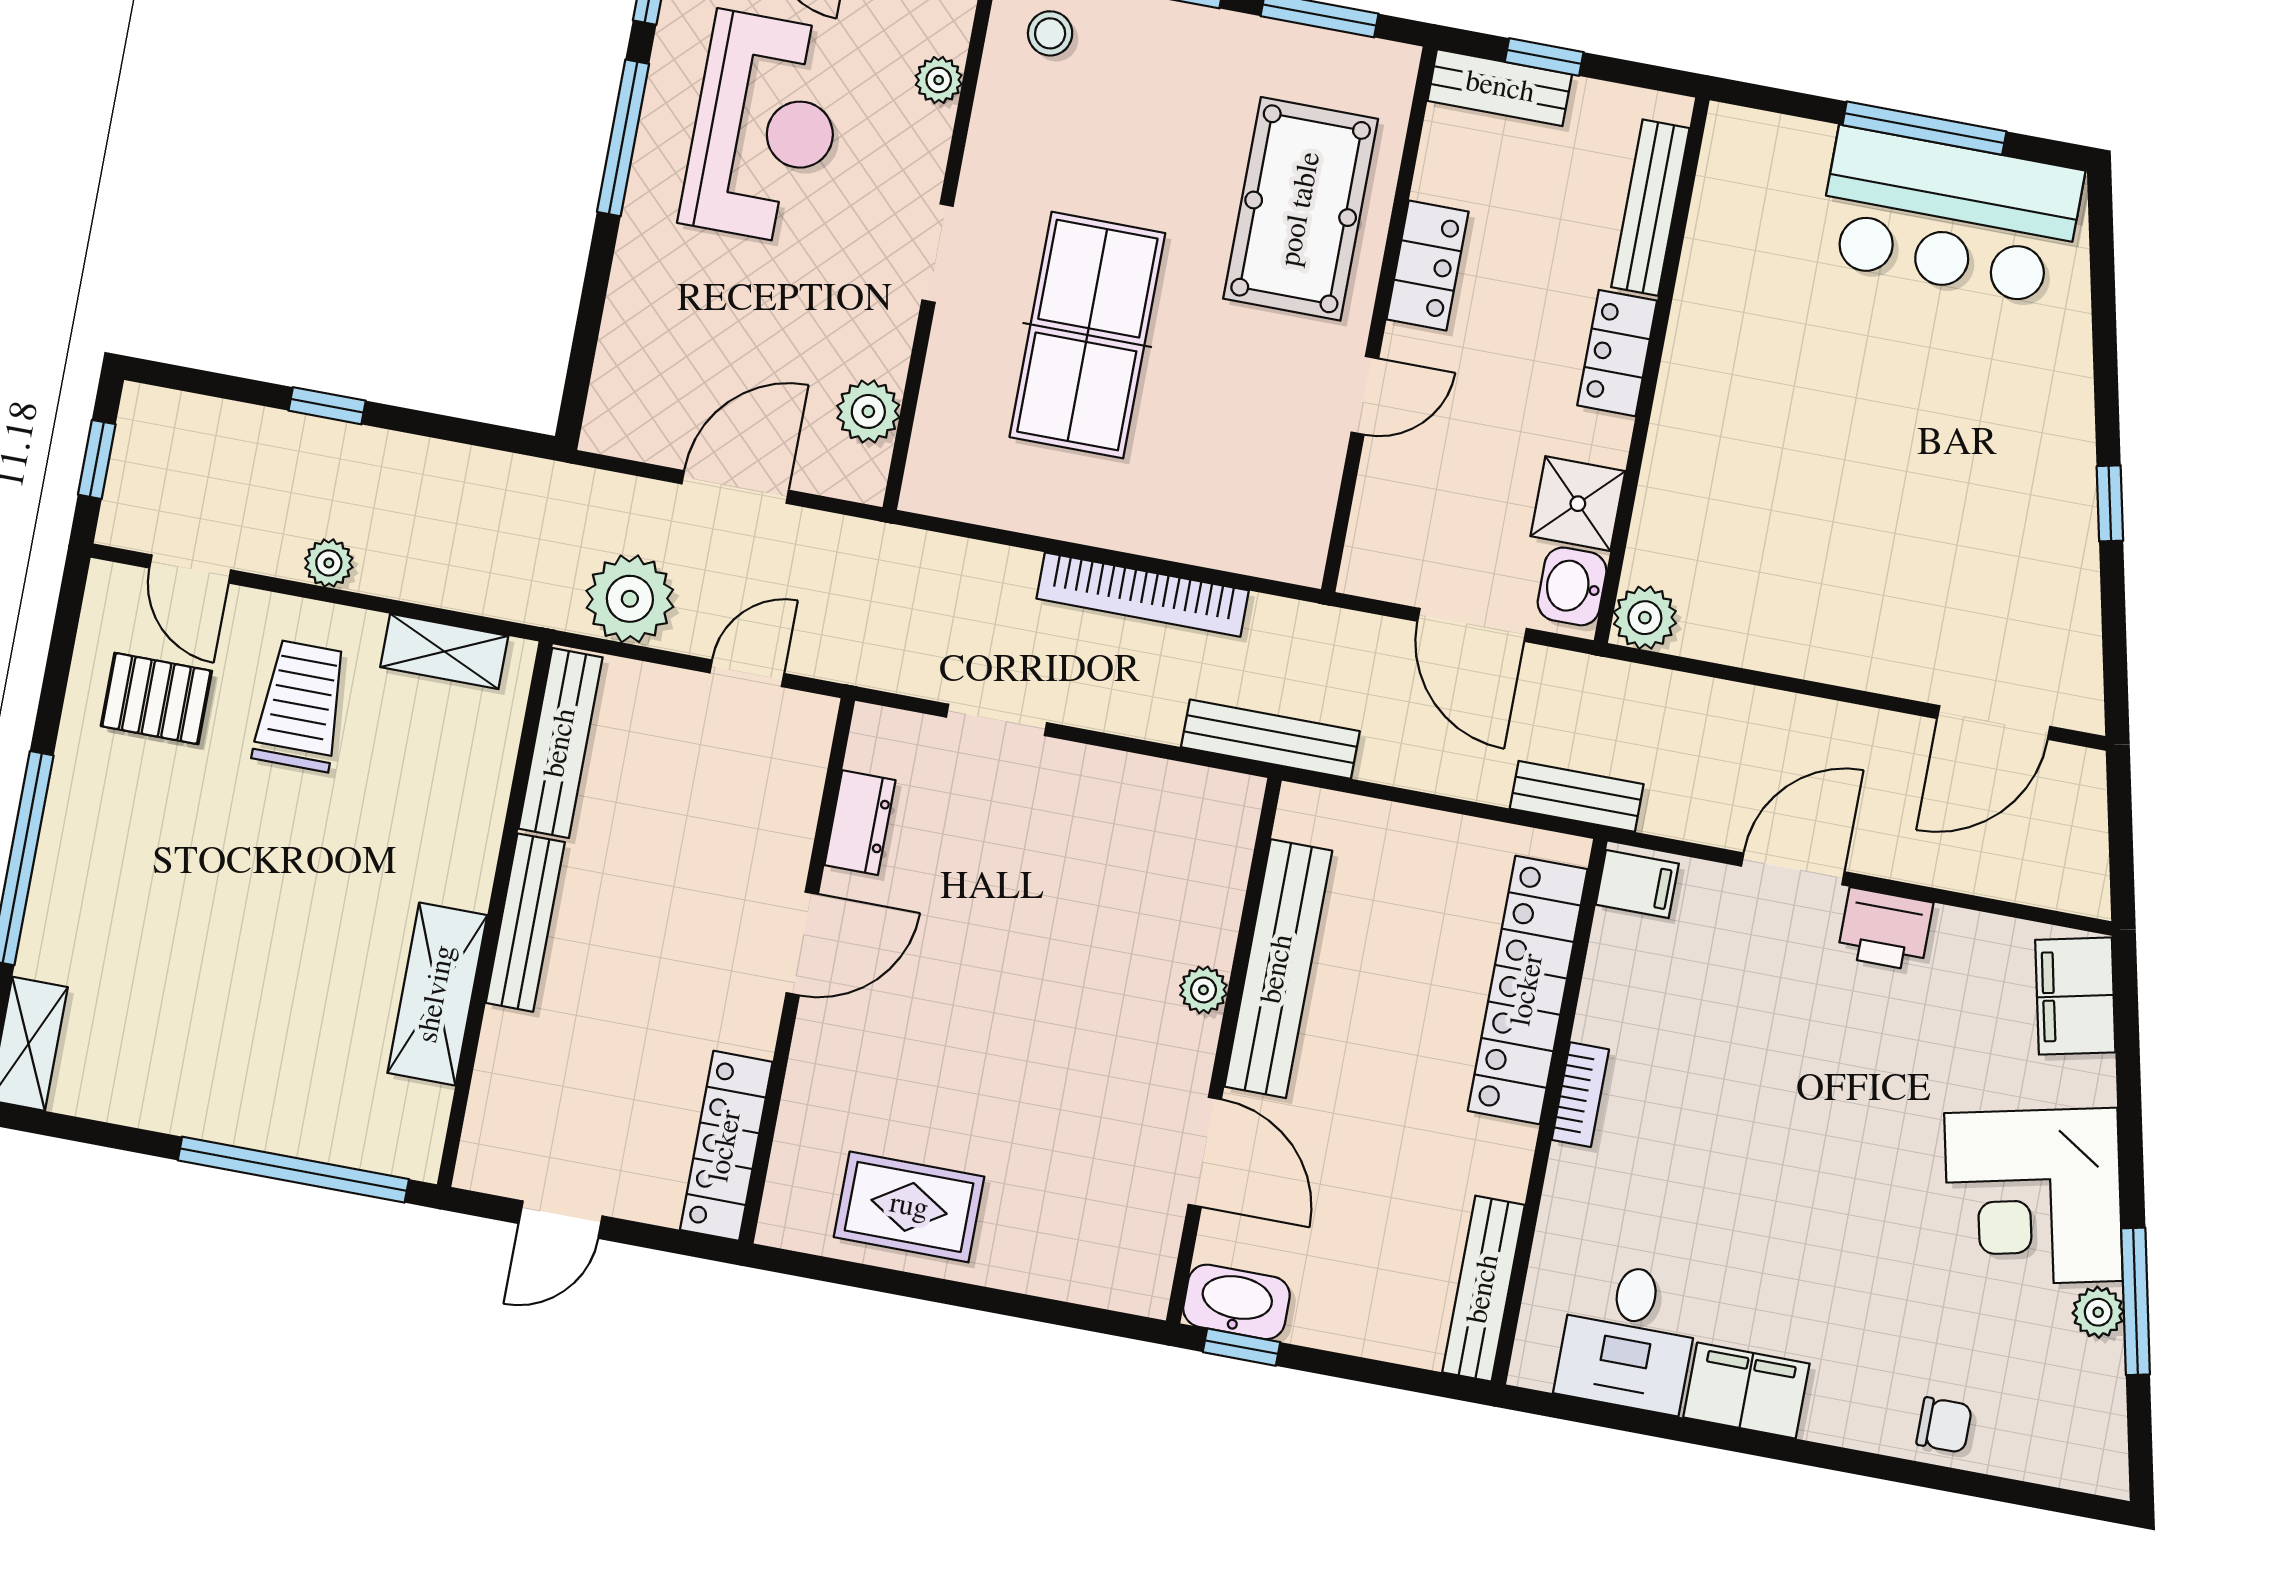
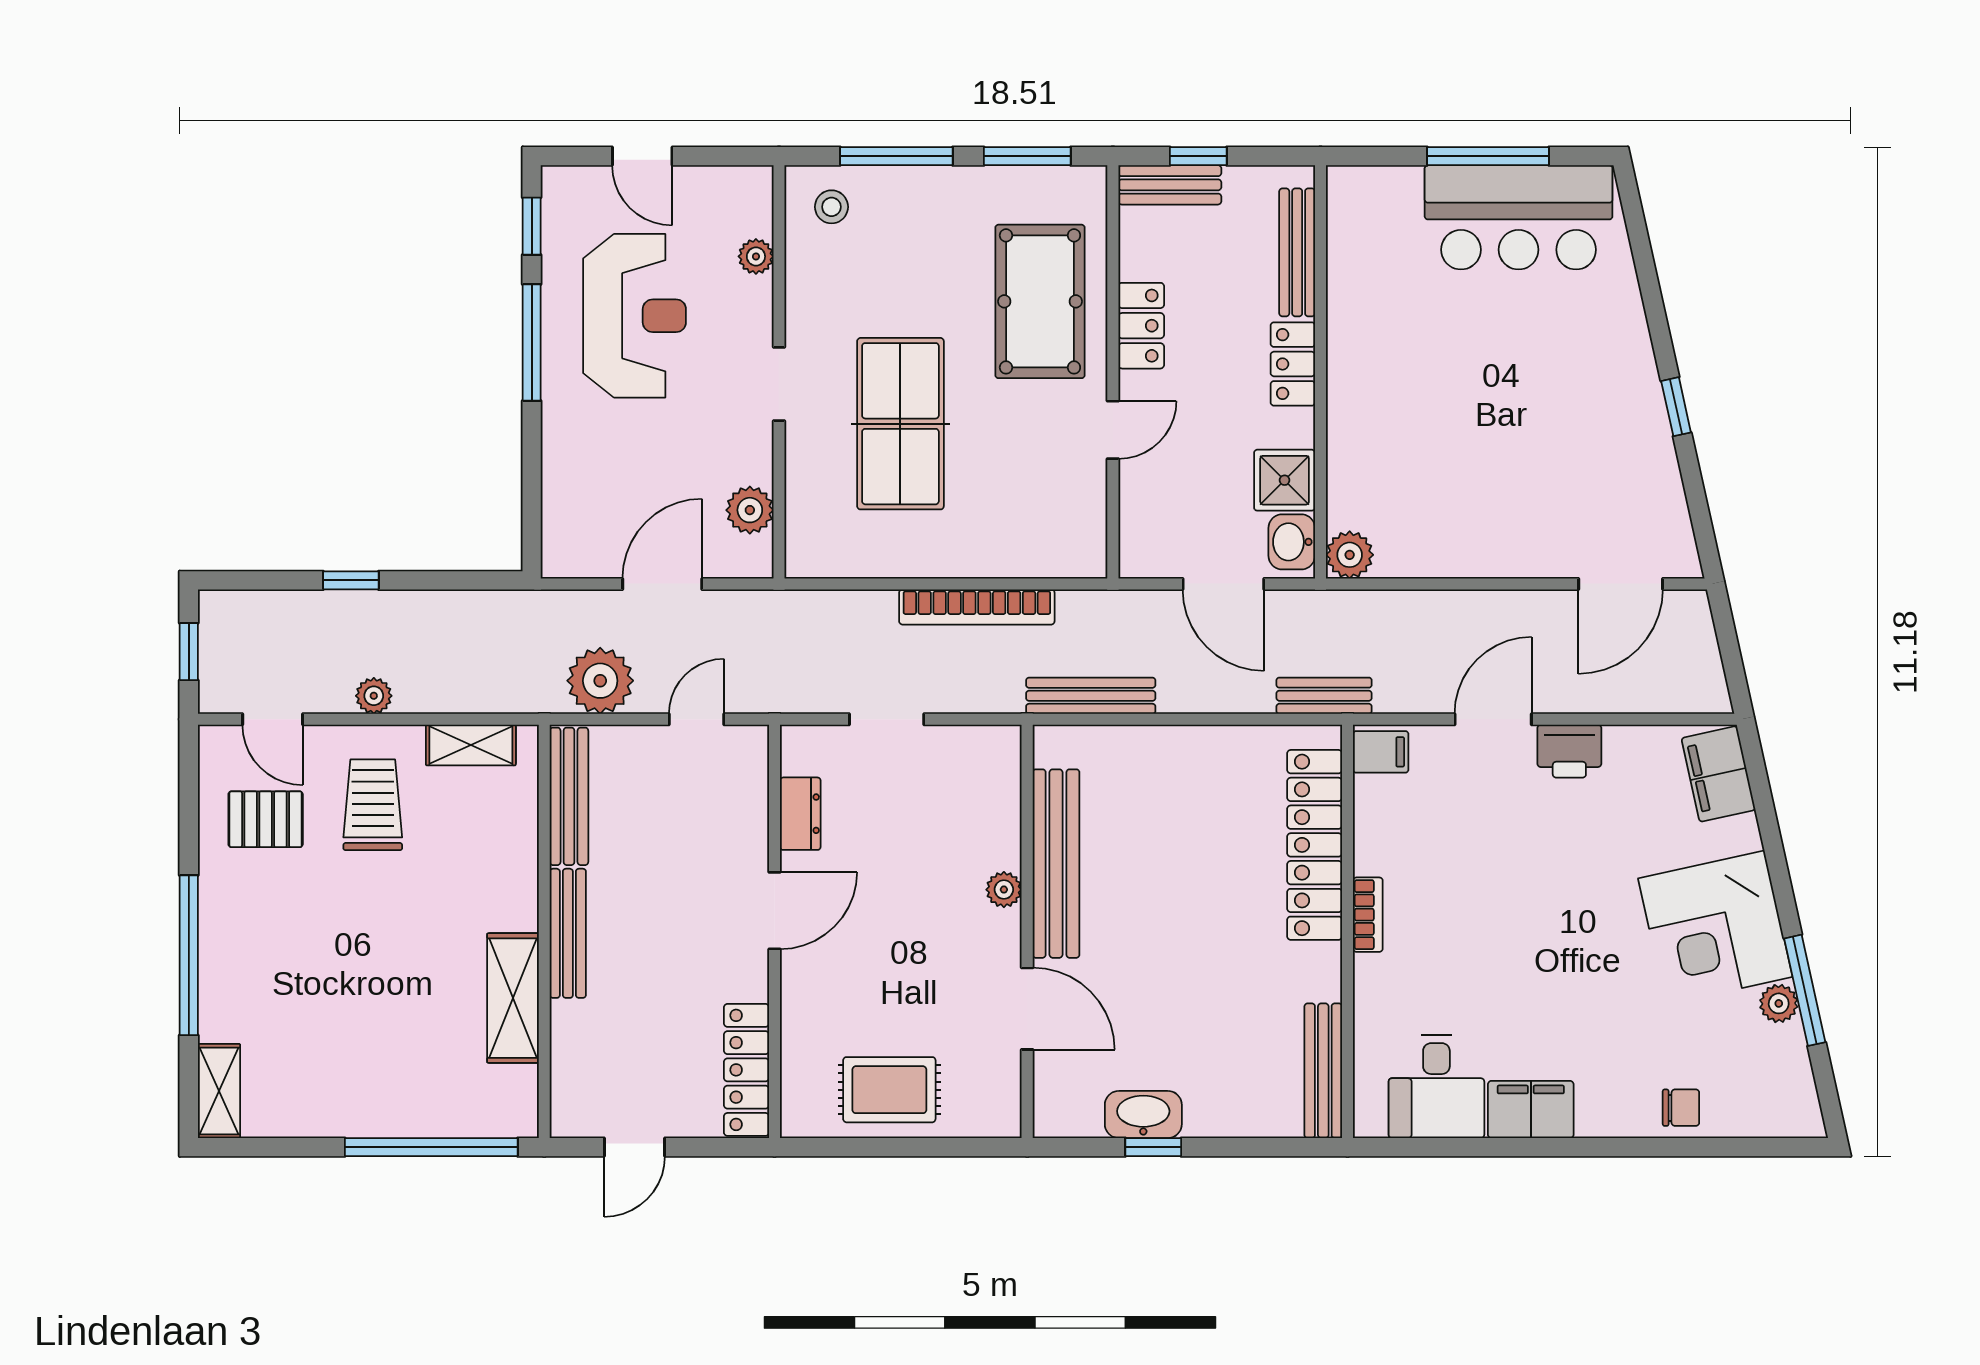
bench: (1278, 969) -> (1056, 864), moved
plant: (1203, 990) -> (1004, 890), moved
wall: (1224, 1051) -> (1027, 931), moved
door: (1205, 1152) -> (1027, 1009), moved

